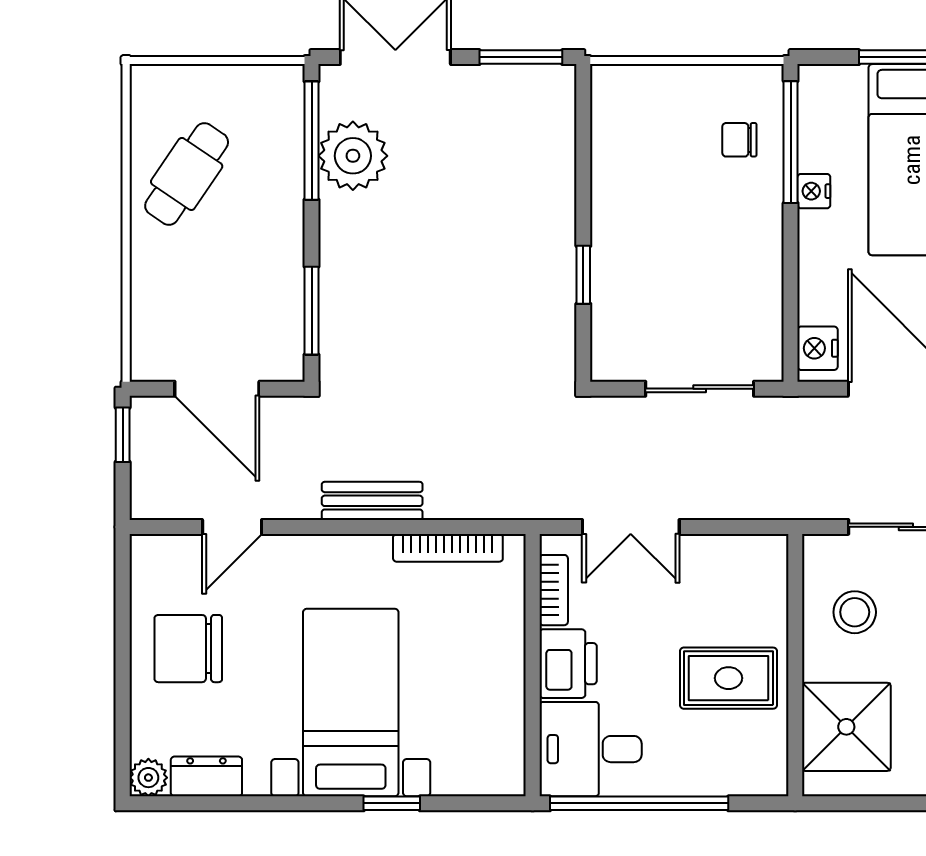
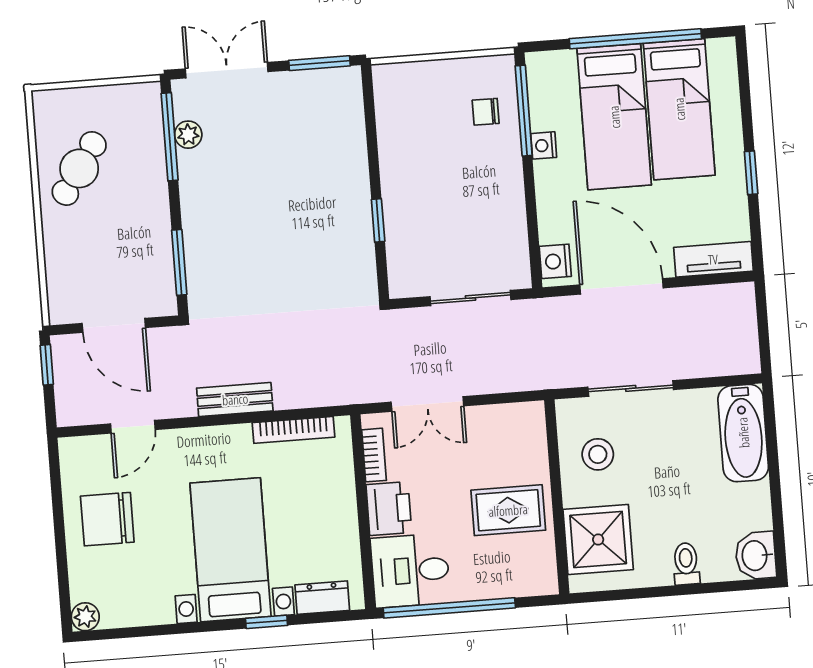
plant: (353, 156) -> (188, 135), width x0.53, depth x0.53
dresser: (206, 776) -> (322, 598), moved

